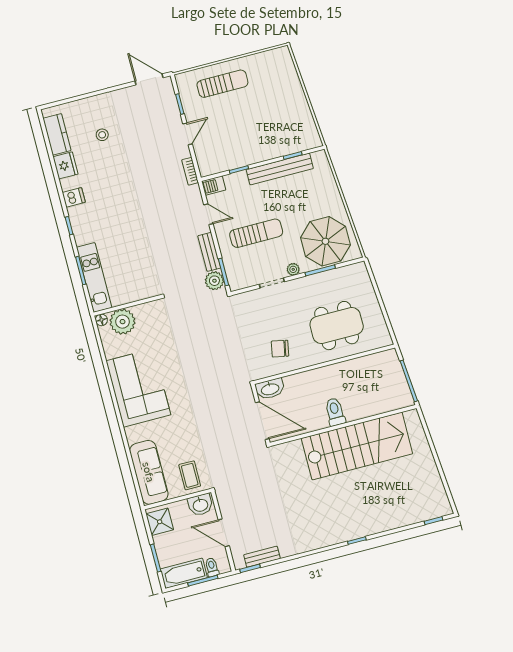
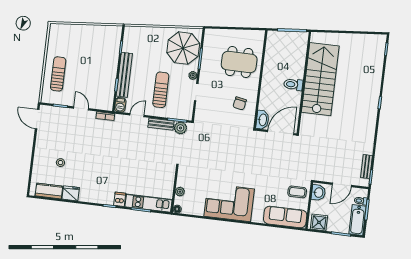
door: (149, 79) -> (37, 119), hinge flipped
bench: (280, 169) -> (124, 75), moved
dishwasher: (74, 197) -> (120, 199), moved
plant: (123, 322) -> (180, 192), width x0.53, depth x0.53
dining table: (337, 326) -> (239, 62), turned 90

